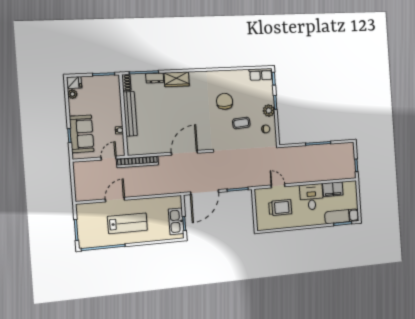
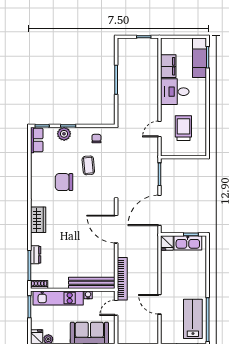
wardrobe: (177, 79) -> (38, 220), moved
kitchen unit: (114, 102) -> (58, 298), added
plant: (269, 111) -> (64, 134), moved
bench: (130, 114) -> (92, 283), moved
door: (109, 158) -> (116, 308), hinge flipped
door: (205, 192) -> (159, 210), swing flipped
fridge: (175, 202) -> (167, 243), added
lab bench: (127, 223) -> (193, 319), moved

